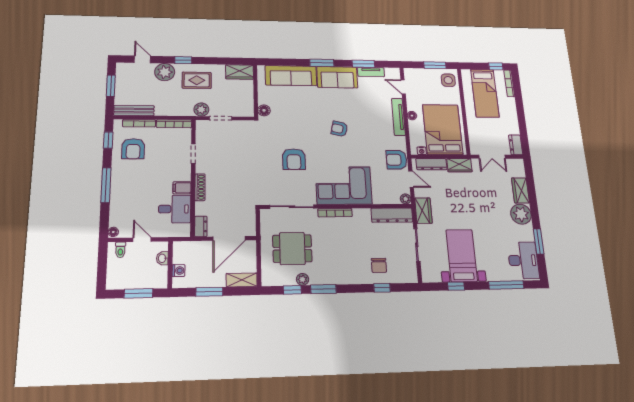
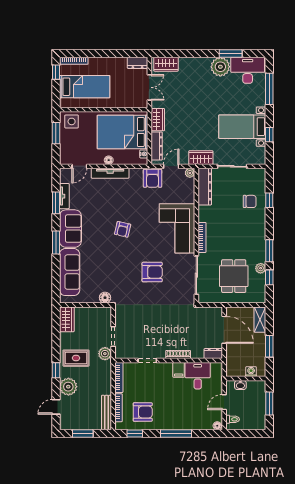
rug: (197, 80) -> (76, 358), turned 90
wardrobe: (520, 190) -> (166, 64), moved
plant: (521, 214) -> (220, 67), moved

